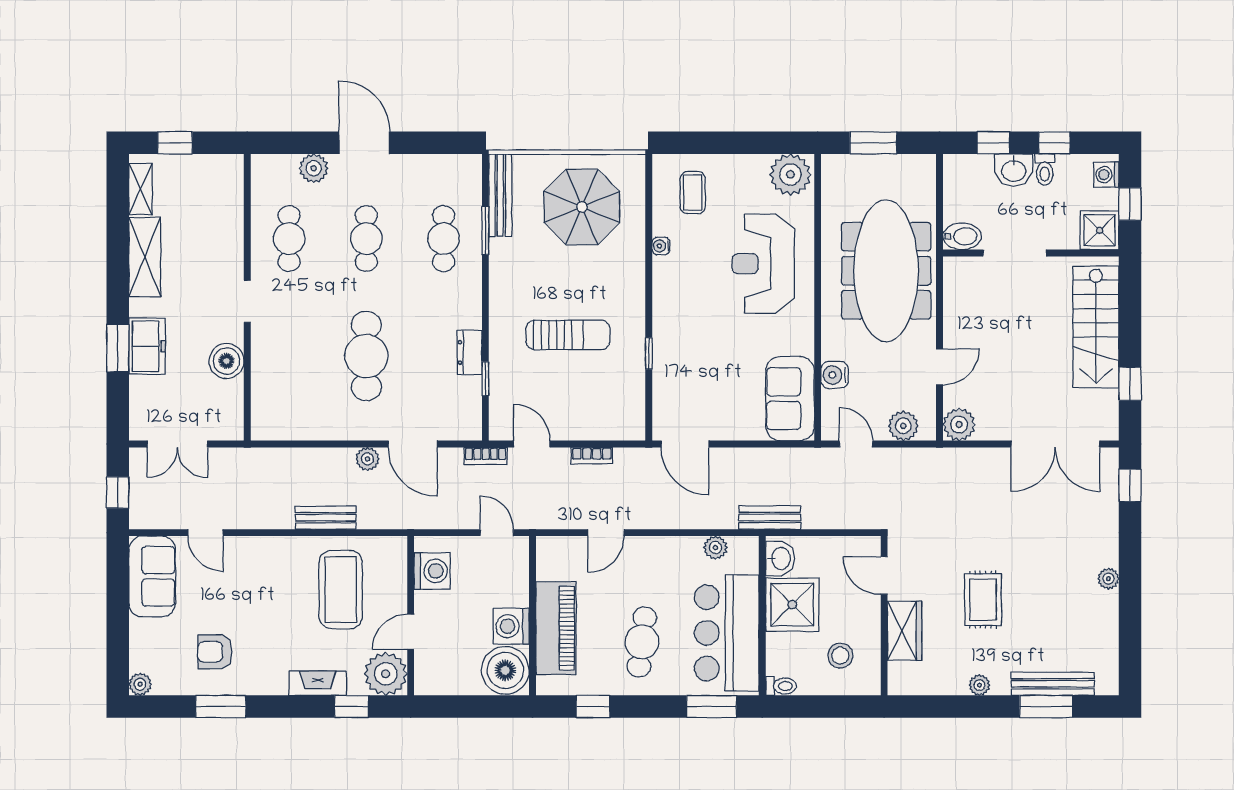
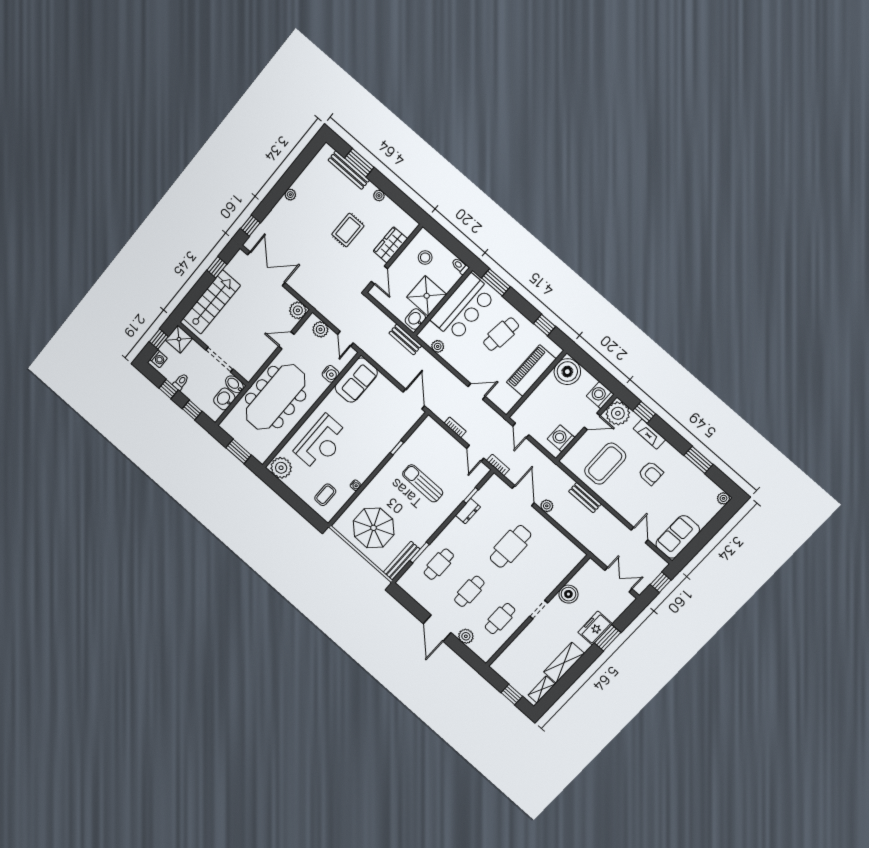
washbasin: (1014, 170) -> (224, 399), moved, turned -90
washing machine: (511, 626) -> (600, 395), moved, turned 180
armchair: (215, 652) -> (651, 473), moved

